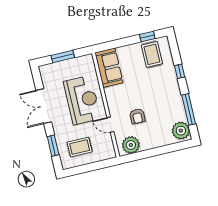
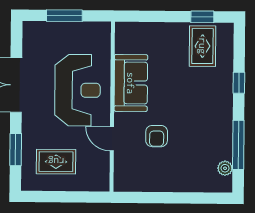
sofa: (109, 68) -> (131, 83), moved
plant: (181, 131) -> (225, 168), width x0.53, depth x0.53
plant: (131, 145) -> (136, 178), removed

